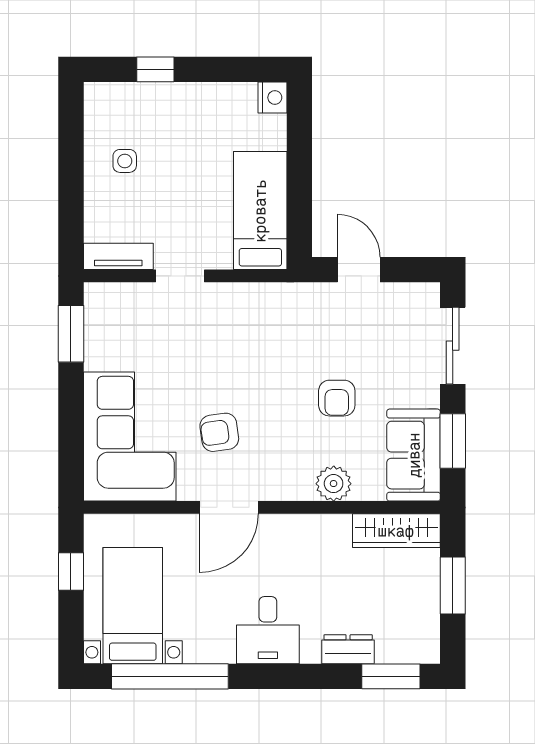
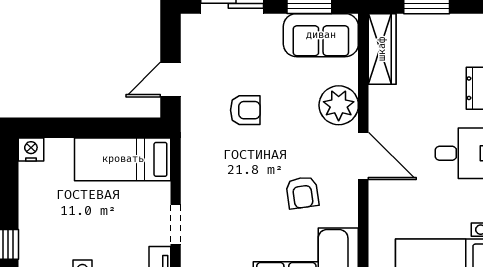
armchair: (337, 398) -> (245, 110), moved
plant: (334, 484) -> (339, 105), width x1.36, depth x1.36
door: (229, 507) -> (363, 156), moved

